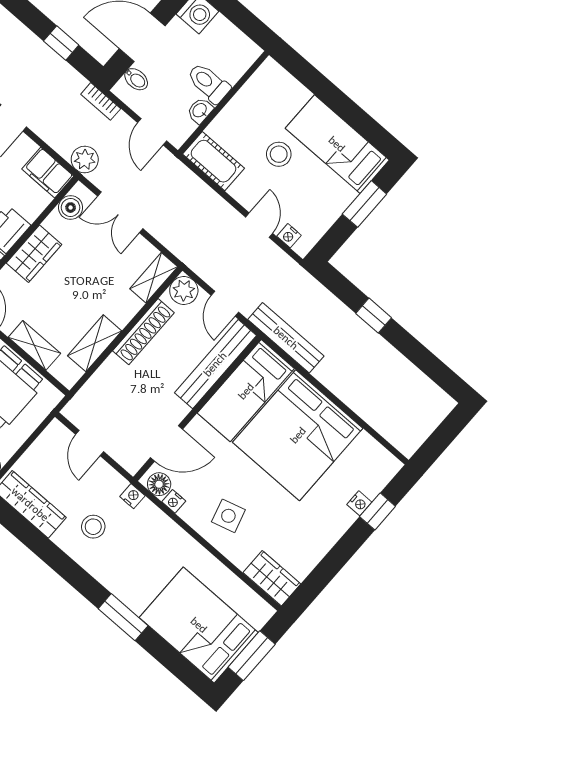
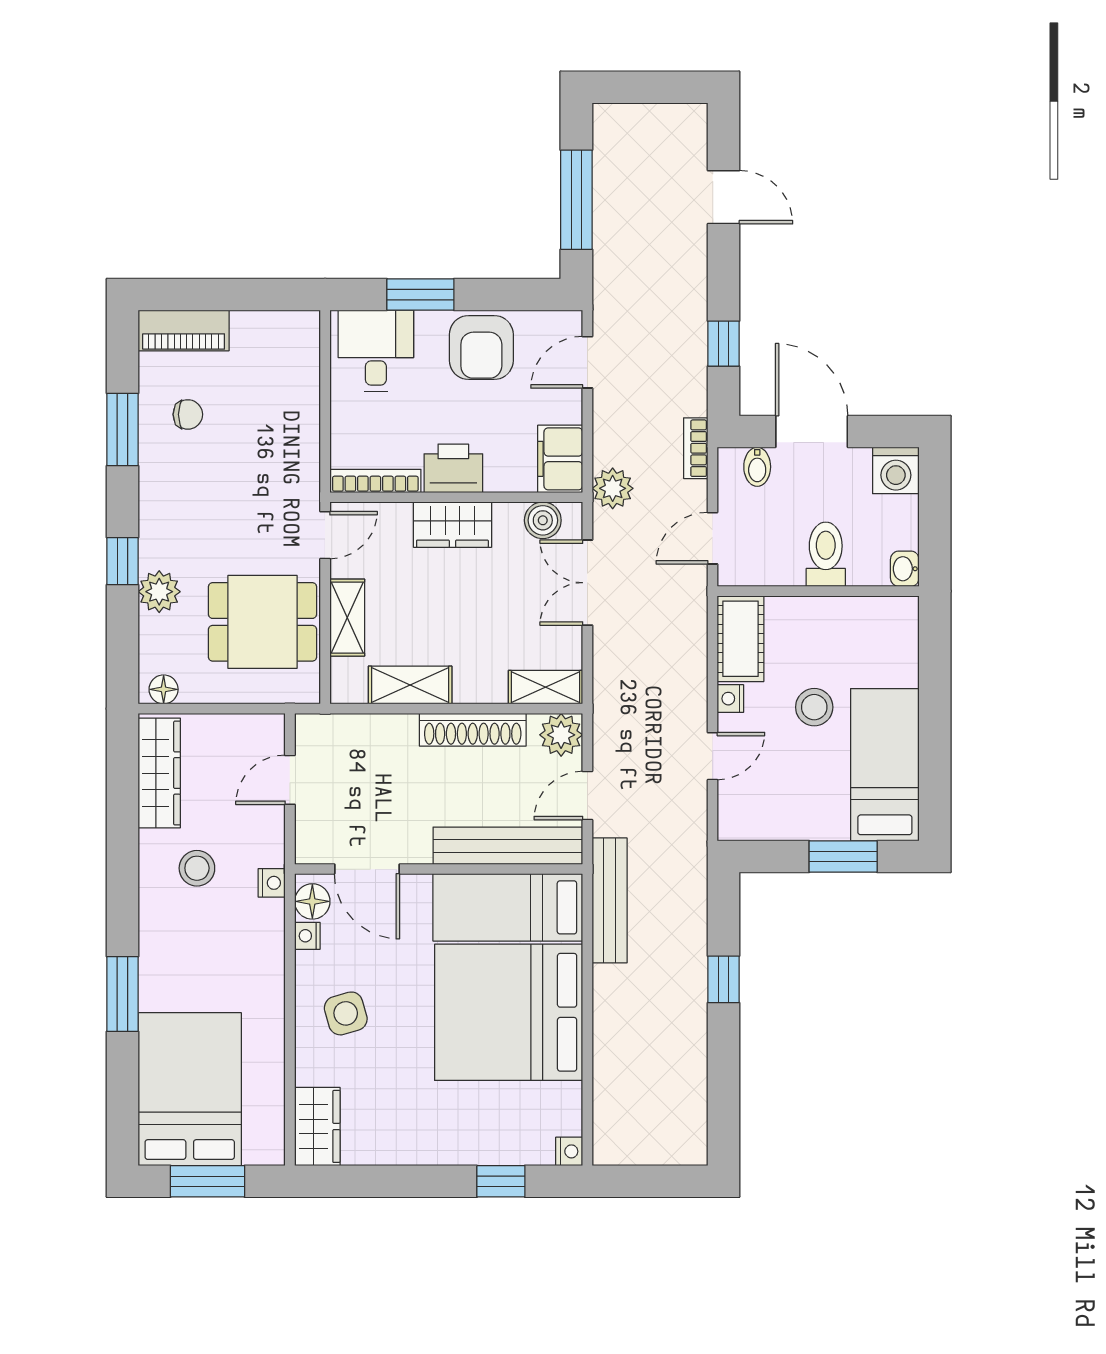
washbasin: (200, 111) -> (905, 569), moved, turned -90
nightstand: (289, 236) -> (730, 699), moved
nightstand: (359, 503) -> (569, 1151), moved, turned -90

